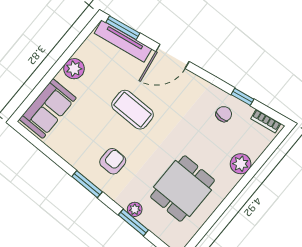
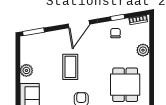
tv unit: (123, 41) -> (39, 38), removed
door: (173, 56) -> (79, 24), moved
coffee table: (132, 110) -> (70, 67), turned 90

